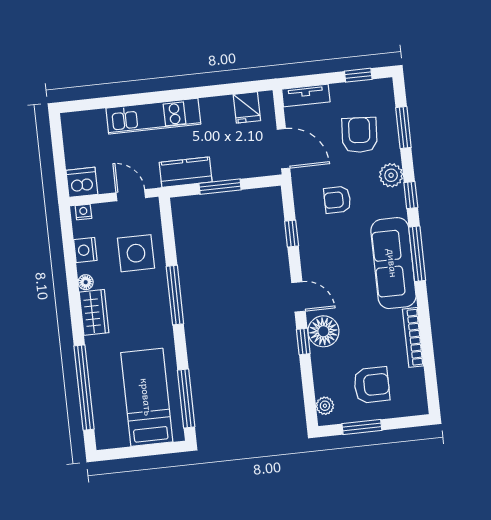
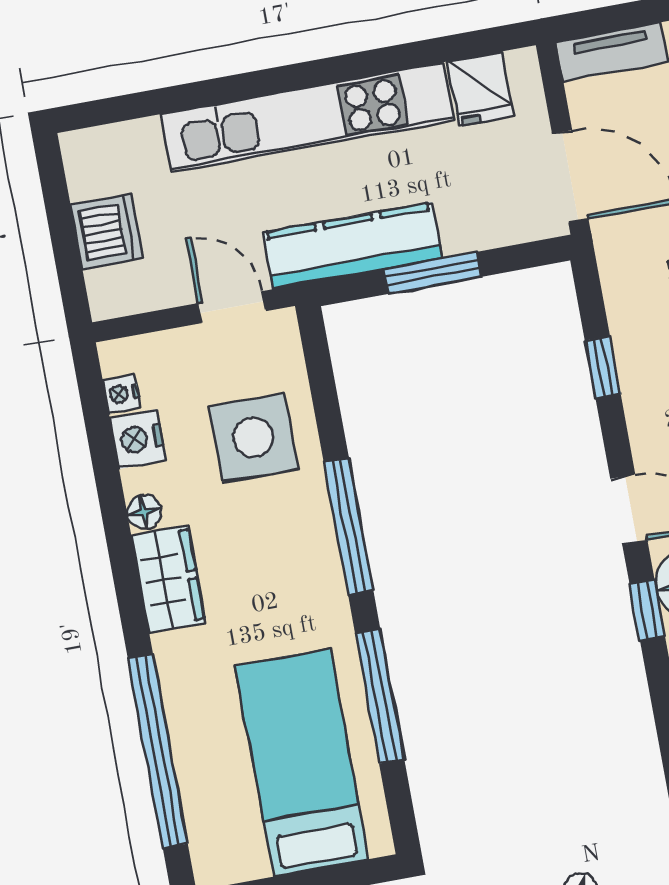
kitchen unit: (153, 116) -> (307, 117), width x1.36
kitchen counter: (186, 172) -> (352, 246), width x1.50
dishwasher: (82, 182) -> (107, 231), moved, turned 90
nightstand: (83, 212) -> (122, 394), moved, turned -90
window: (186, 399) -> (380, 696), moved

